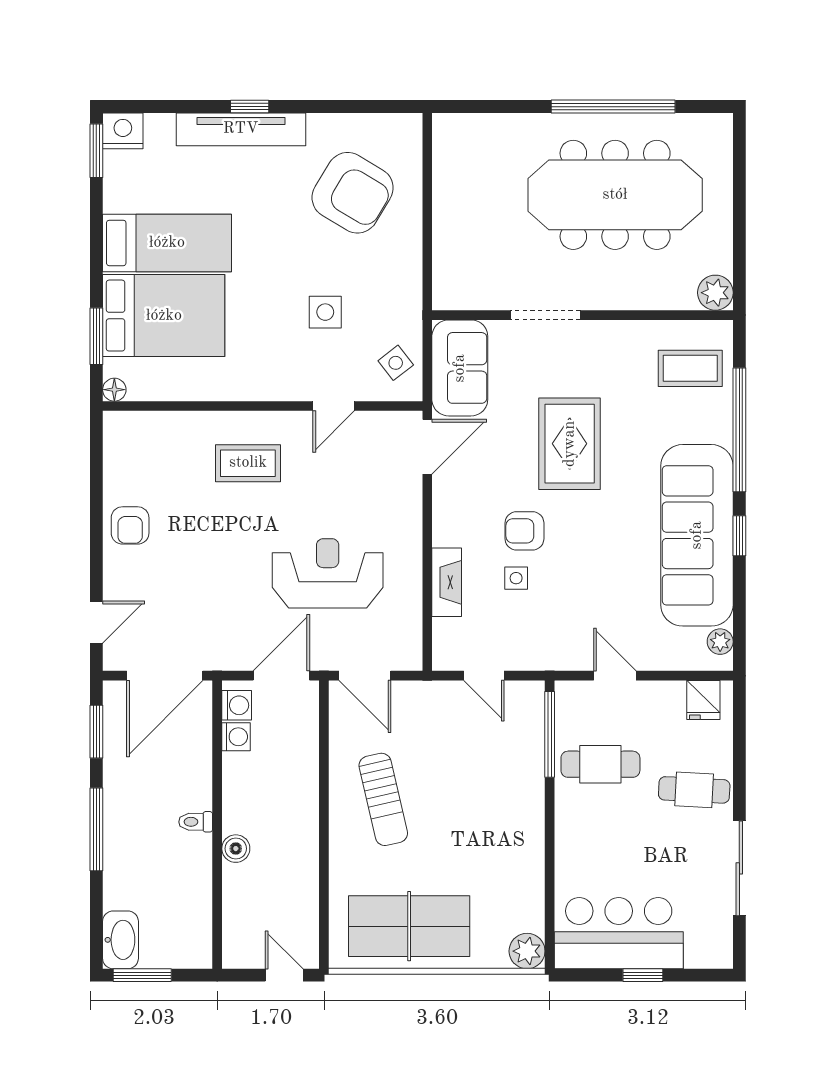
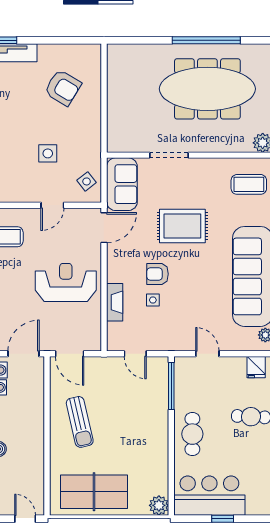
armchair: (353, 193) -> (63, 88), width x0.73, depth x0.73
rug: (570, 444) -> (182, 226), turned 90
reception desk: (328, 573) -> (66, 282), moved
cafe table: (600, 764) -> (192, 434), moved, turned 90

